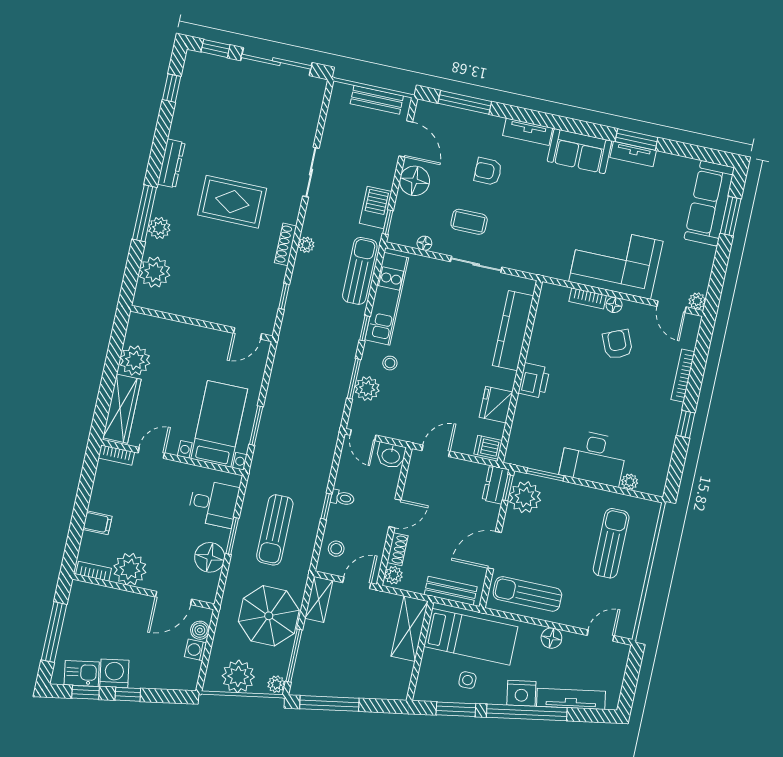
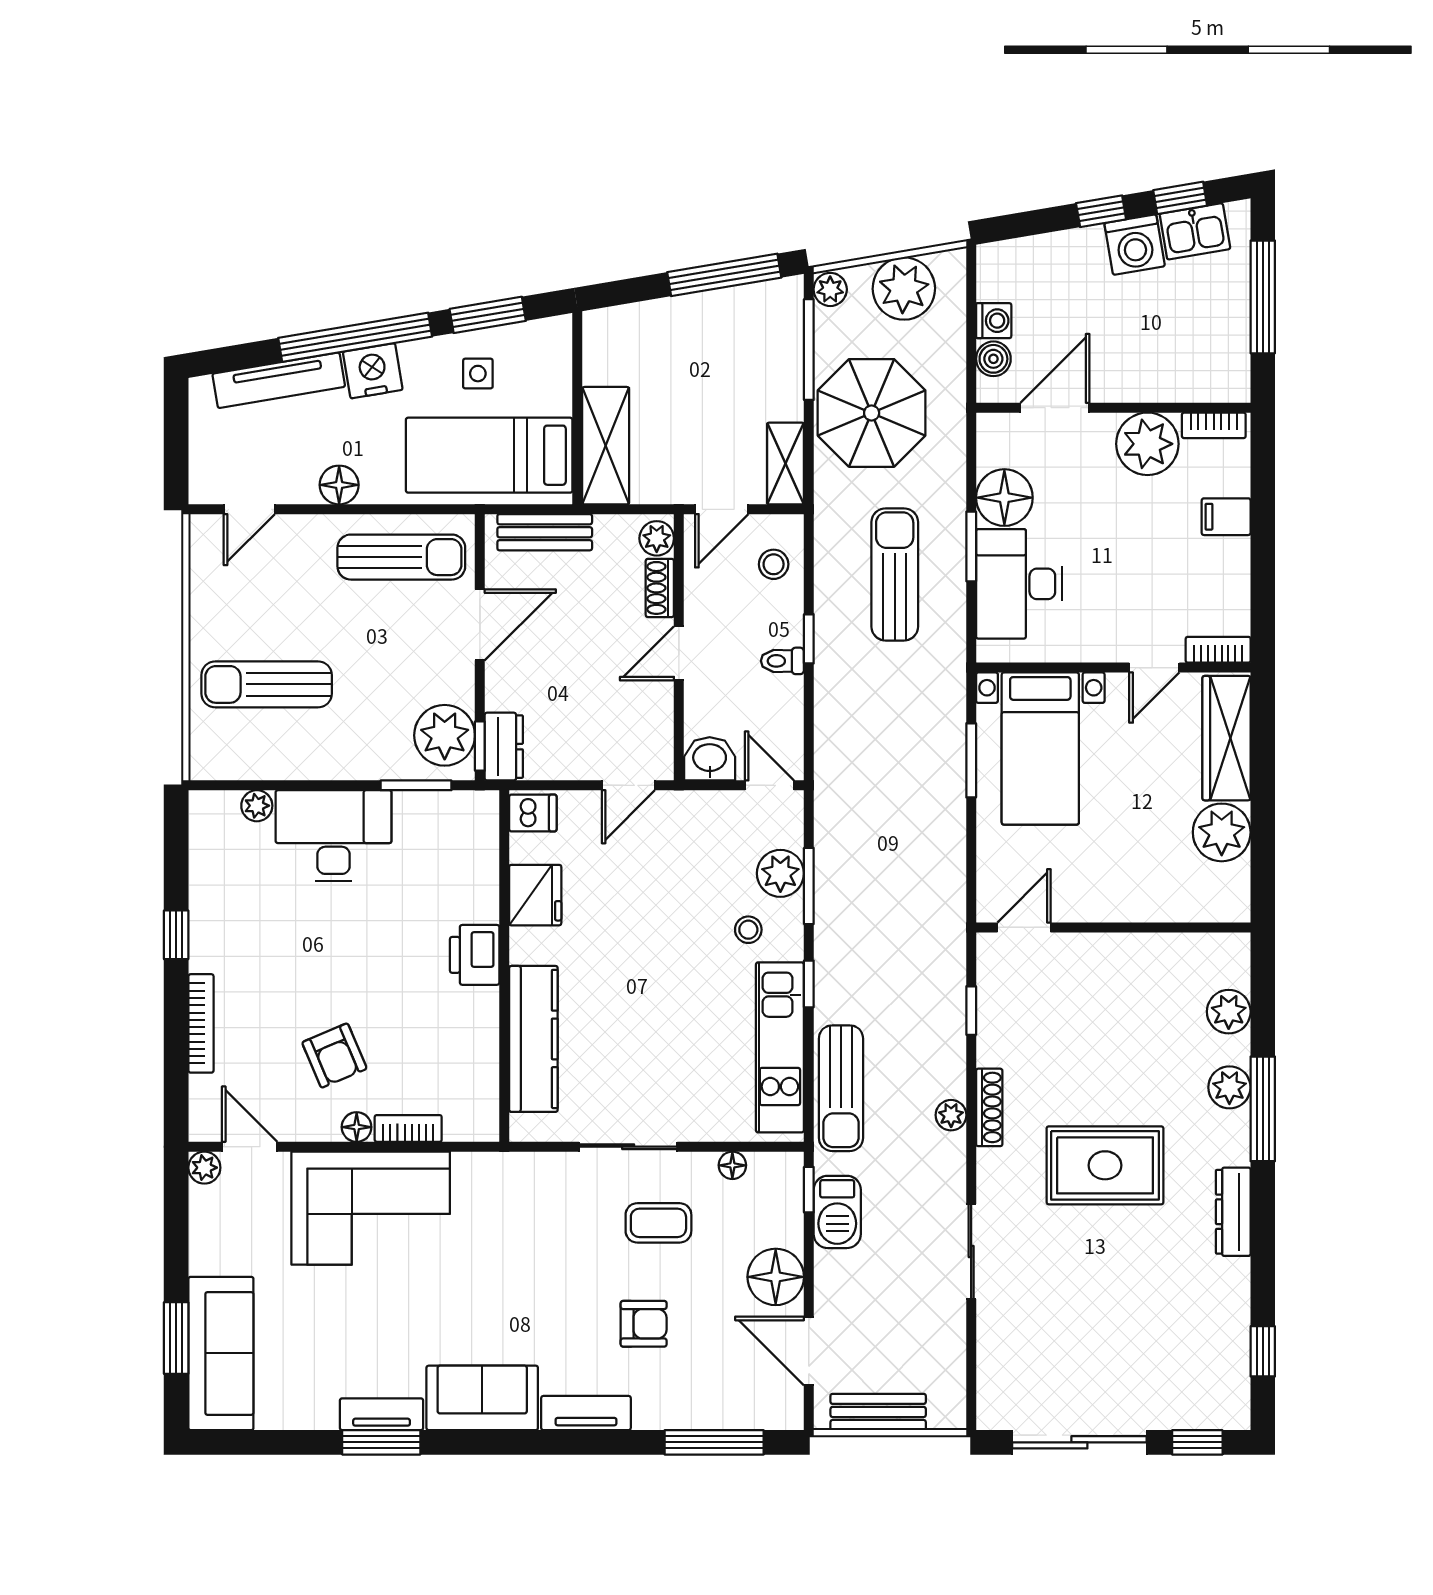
plant: (154, 272) -> (1229, 1012), width x0.73, depth x0.73
desk: (213, 504) -> (1019, 584), width x1.37
sun lounger: (611, 543) -> (267, 684), turned 90

